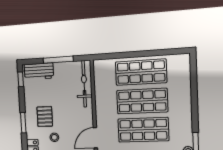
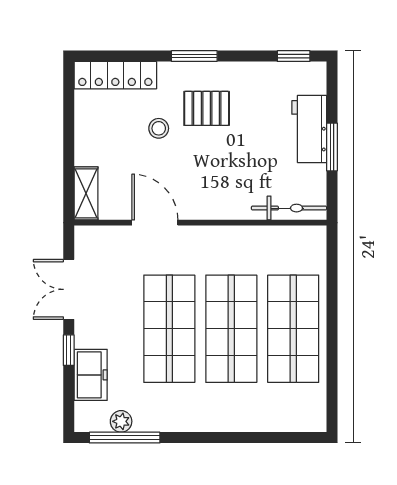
window: (58, 60) -> (332, 147), width x0.69
workbench: (39, 71) -> (309, 129), moved
bicycle: (84, 84) -> (289, 208), width x0.73, depth x0.71

